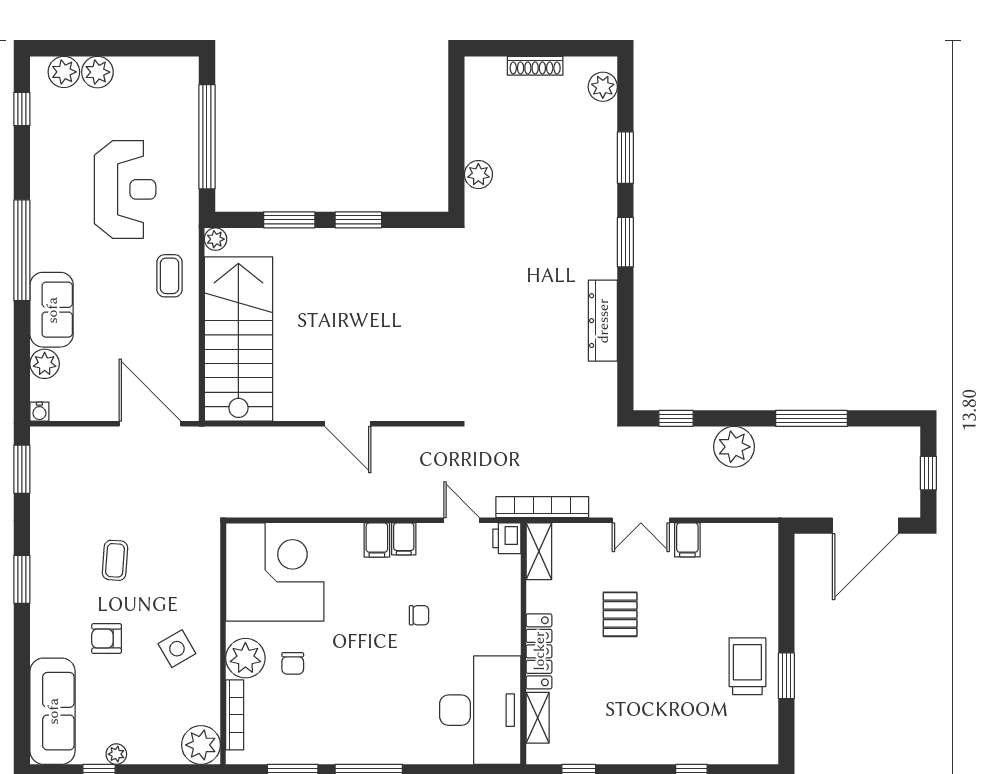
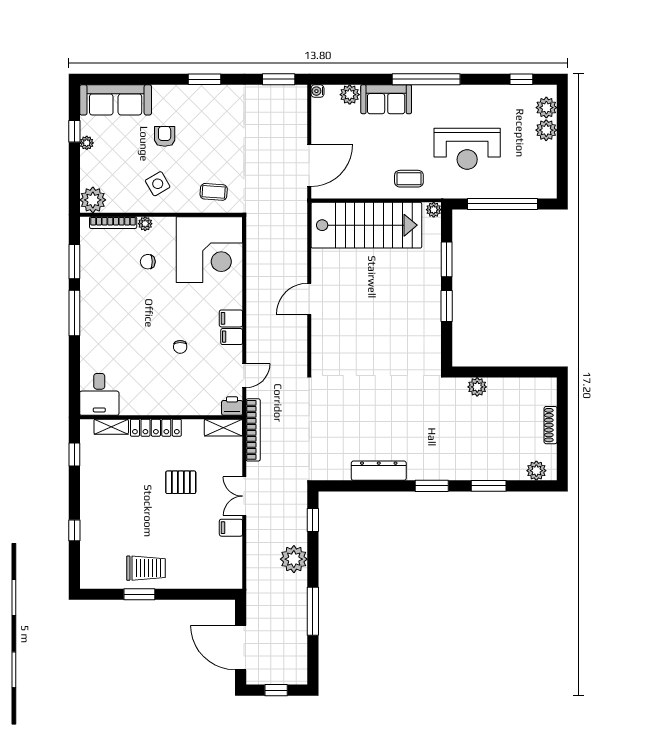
coffee table: (115, 560) -> (214, 192), moved
plant: (245, 658) -> (145, 224), width x0.53, depth x0.53
desk: (480, 710) -> (99, 394), width x0.53, depth x0.77

